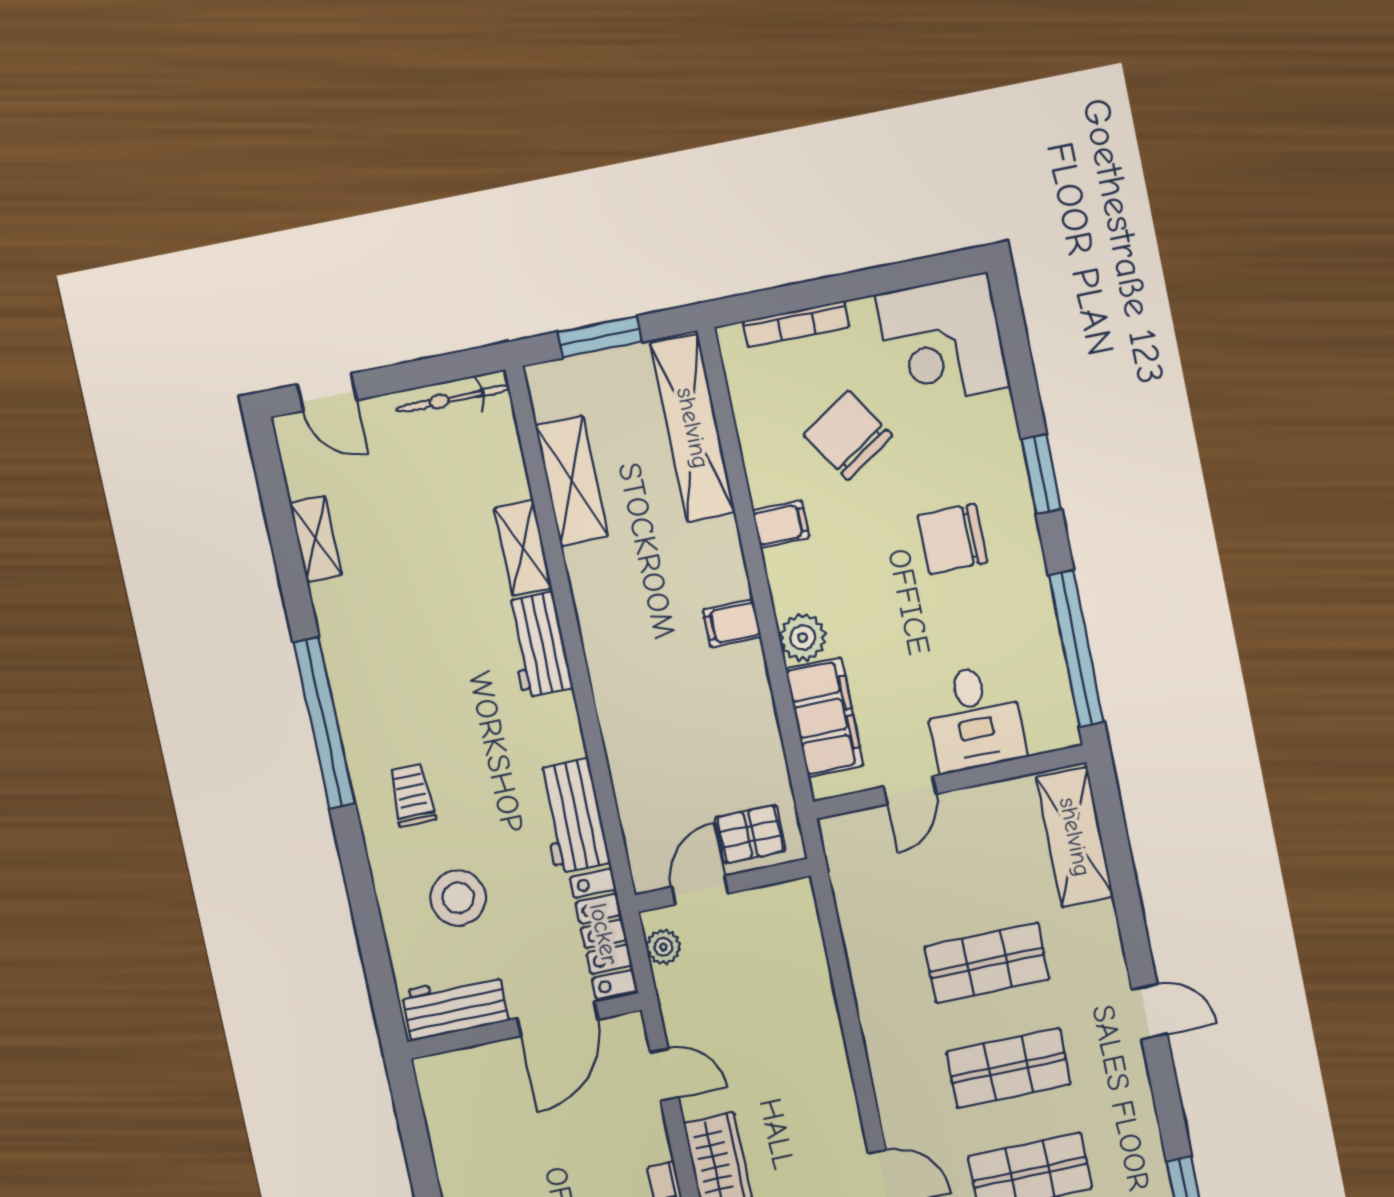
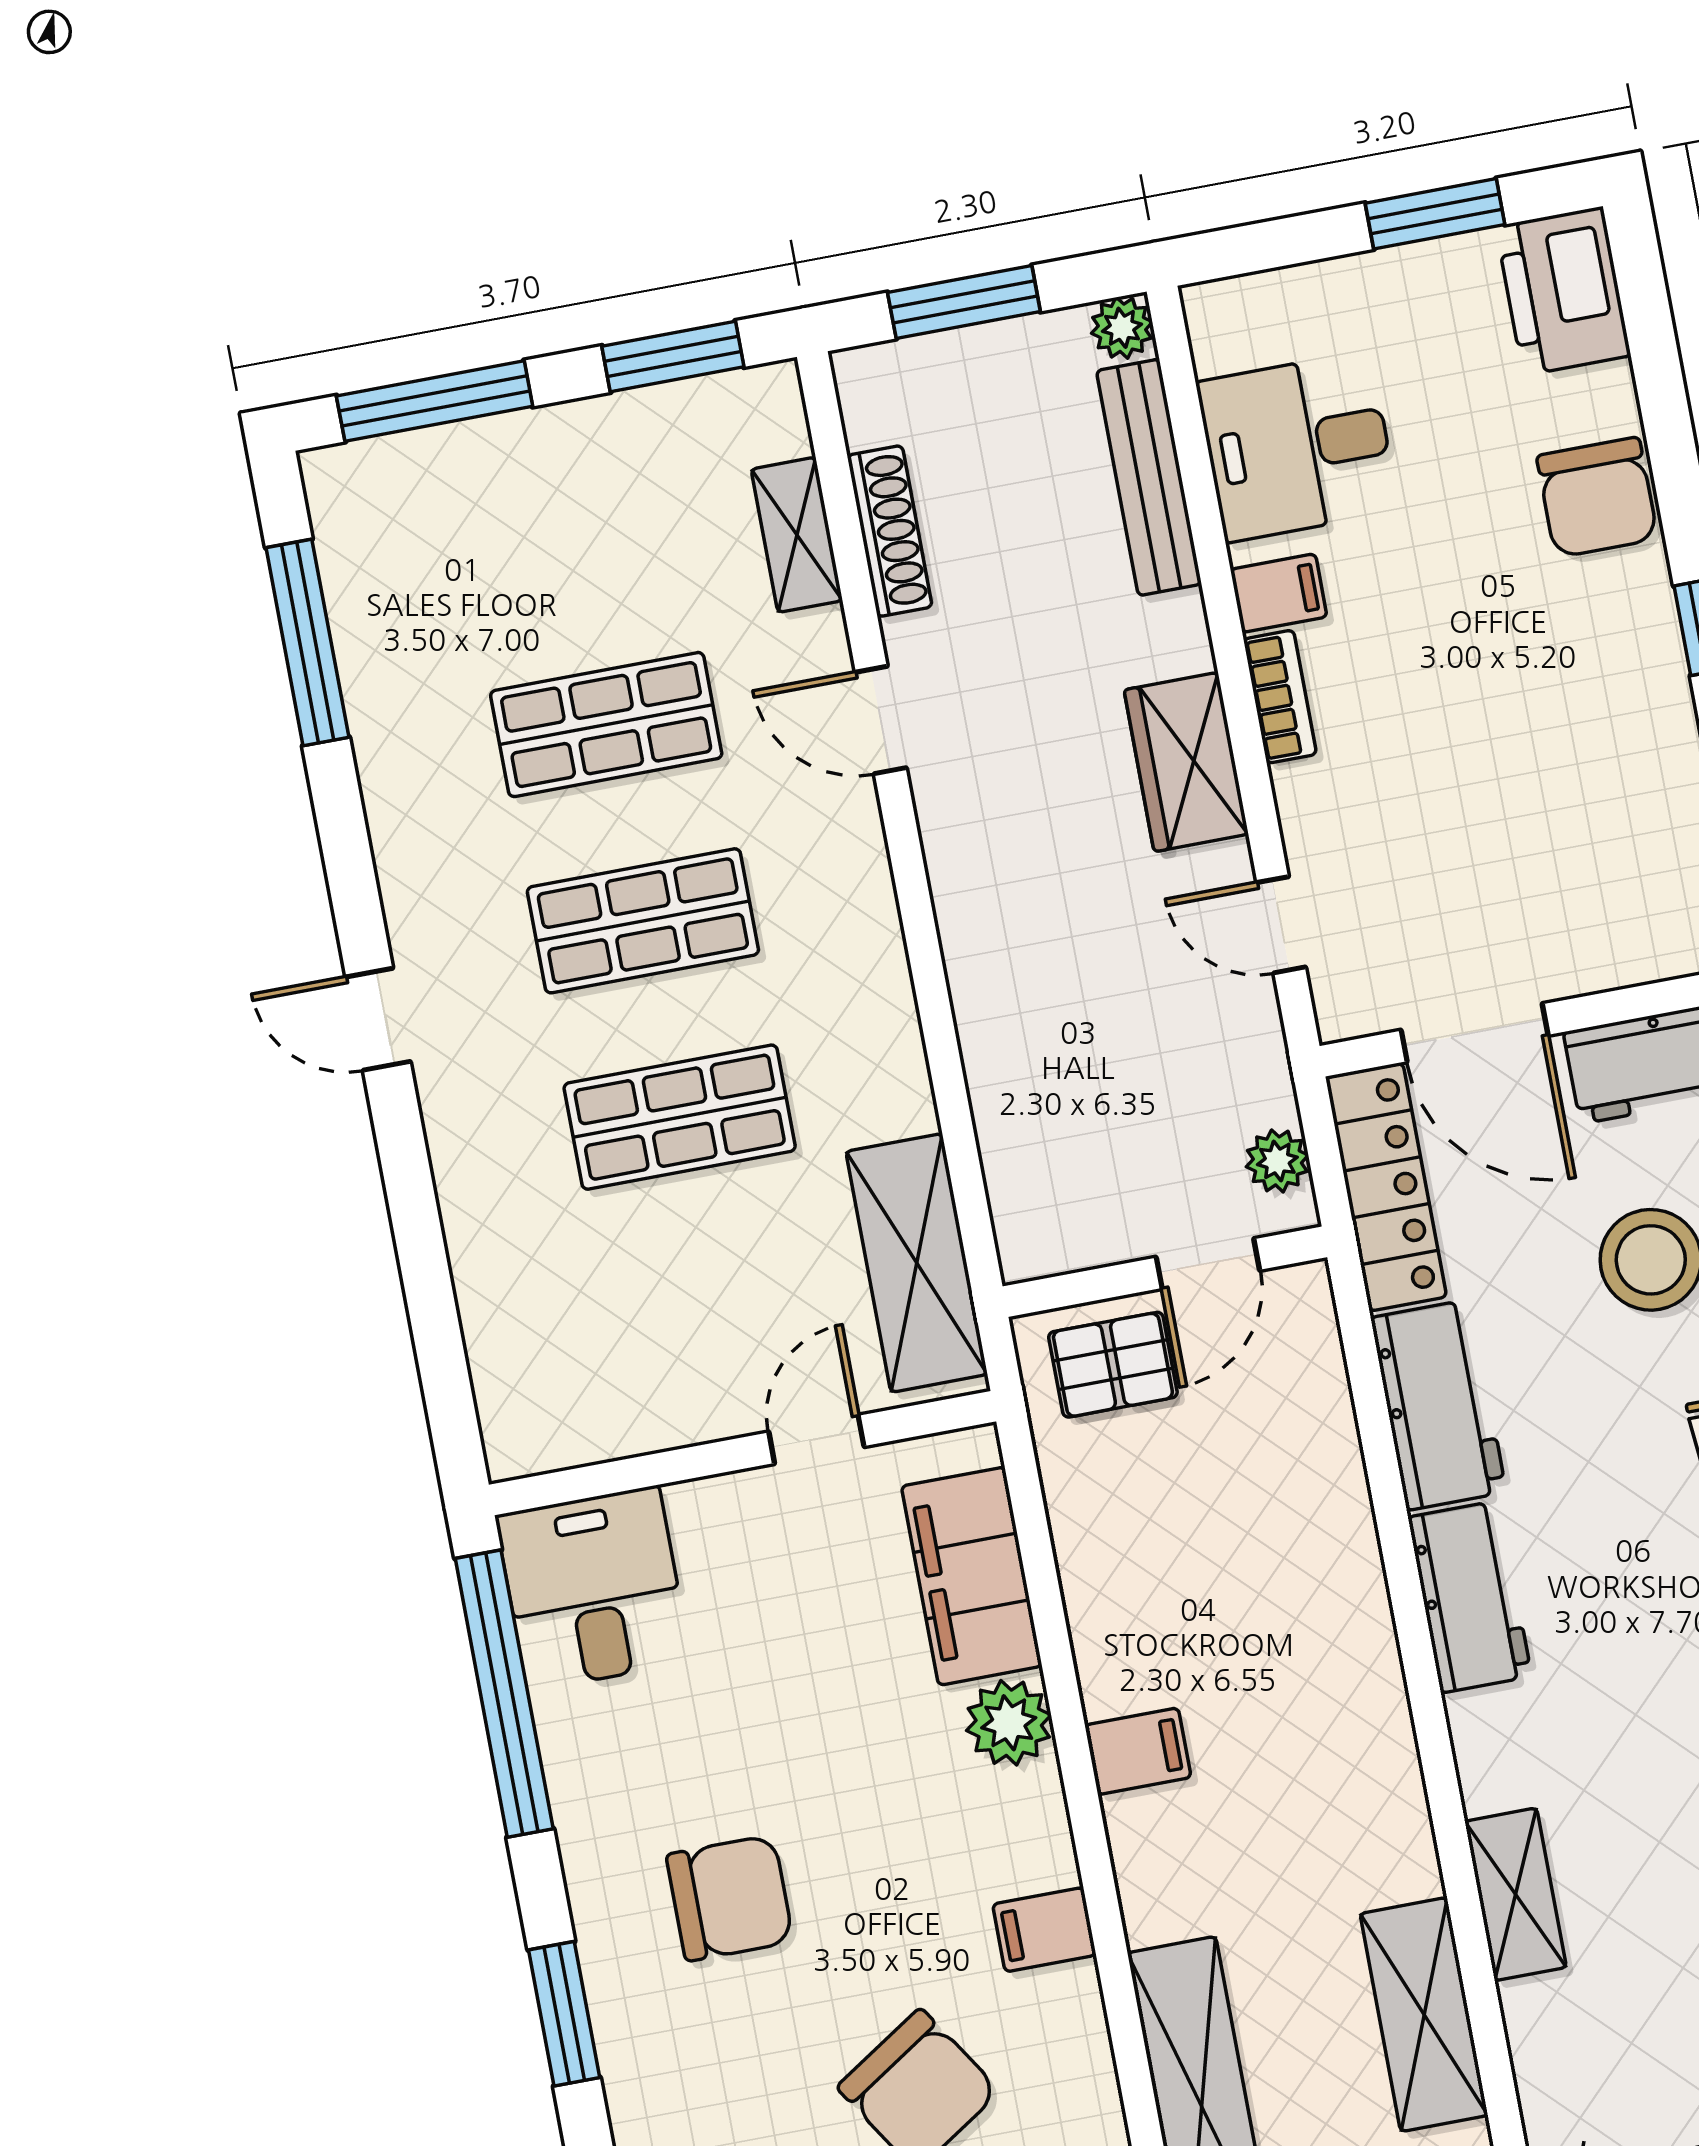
workbench: (538, 645) -> (1470, 1597), moved
desk: (974, 718) -> (593, 1589), moved
shelving: (1075, 837) -> (917, 1263), moved
door: (558, 1019) -> (1475, 1033), swing flipped

